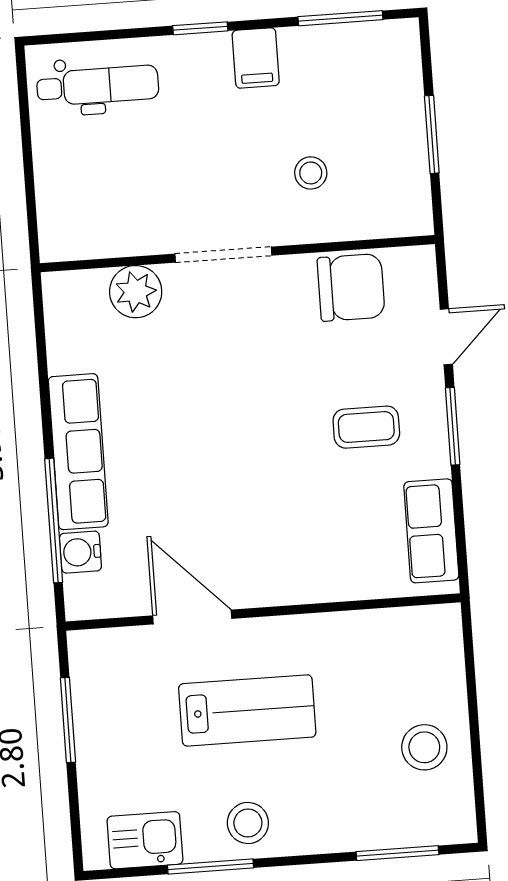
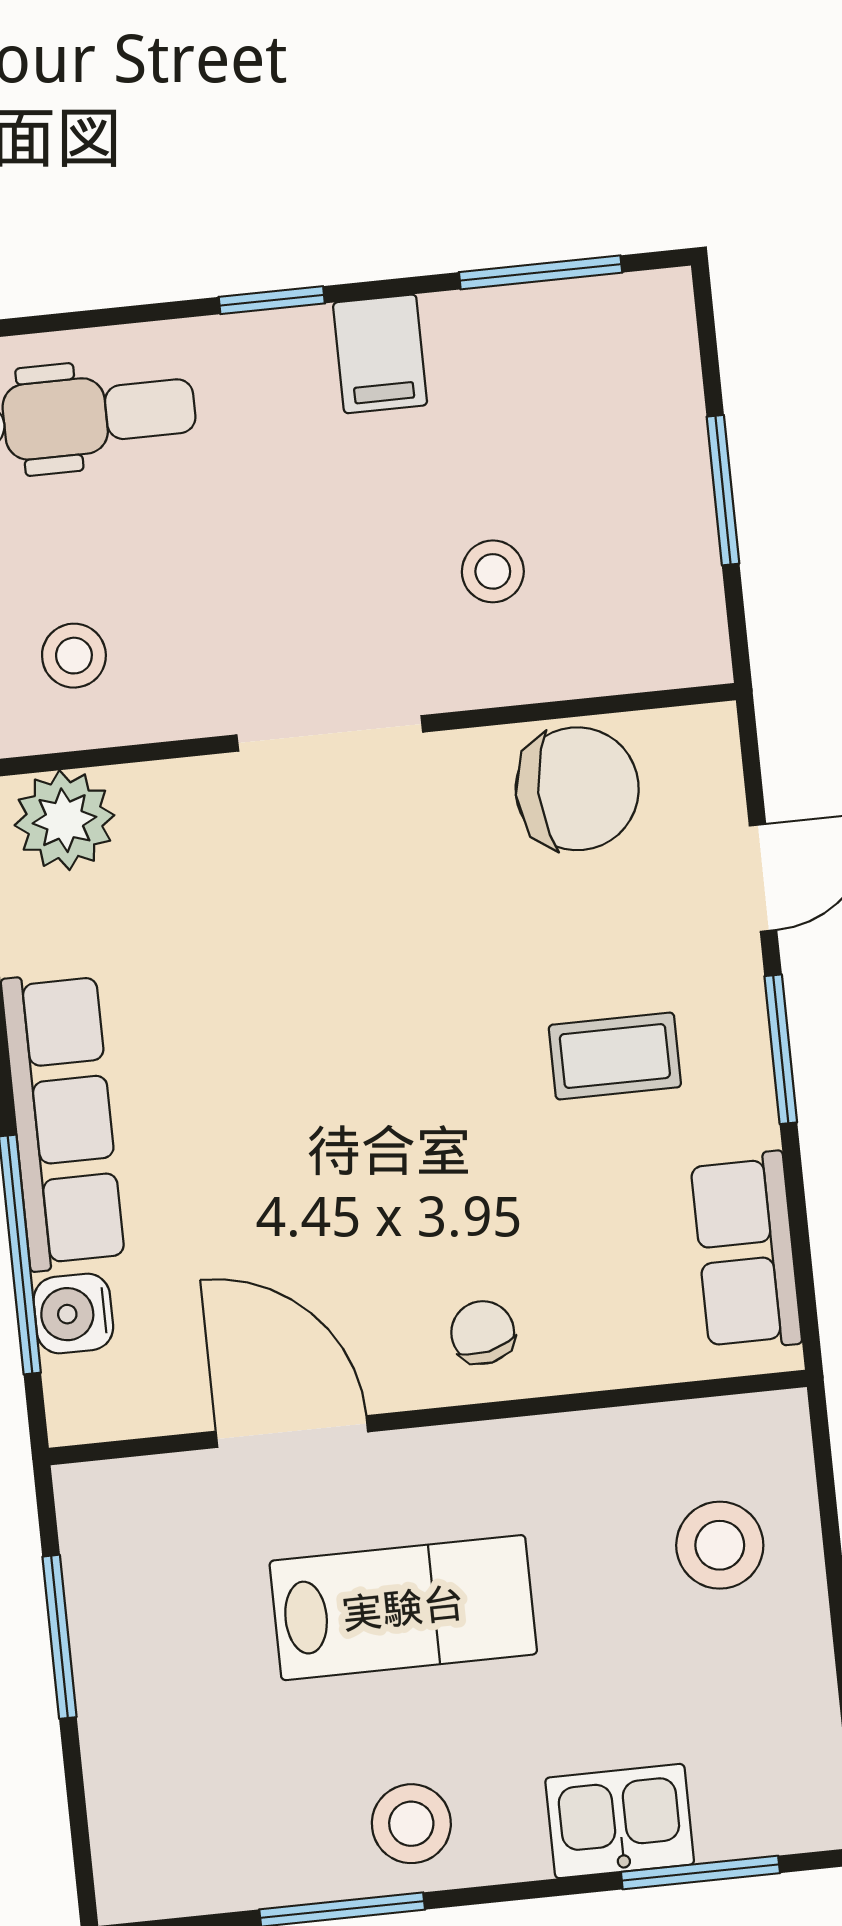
stool: (92, 210) -> (74, 656), added
plant: (136, 292) -> (64, 820), moved
chair: (293, 569) -> (483, 1332), added
stool: (424, 747) -> (720, 1545), moved
kitchen sink: (145, 840) -> (620, 1821), moved

